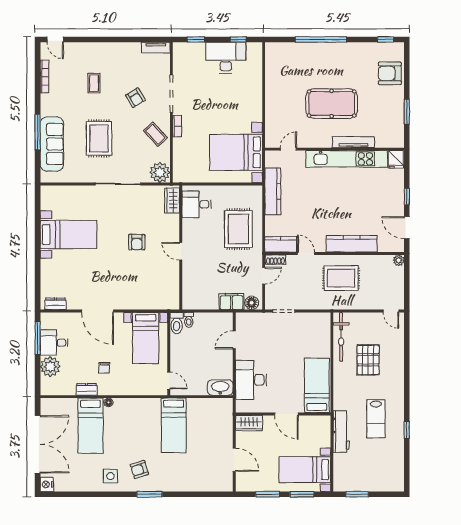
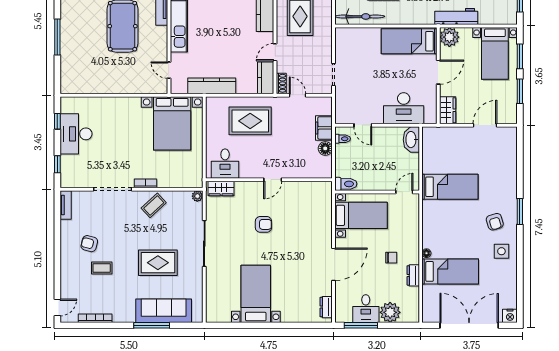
window: (321, 39) -> (57, 37), width x0.68
armchair: (135, 98) -> (89, 244), moved, turned -135
plant: (160, 172) -> (197, 196), width x0.53, depth x0.53
floor lamp: (252, 303) -> (325, 148), moved
toilet: (189, 320) -> (343, 139), moved
plant: (321, 425) -> (449, 37), added

